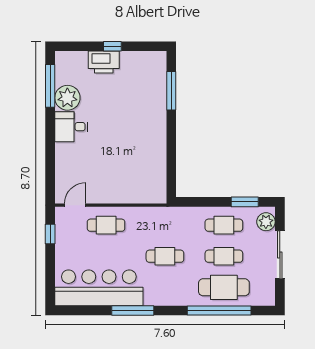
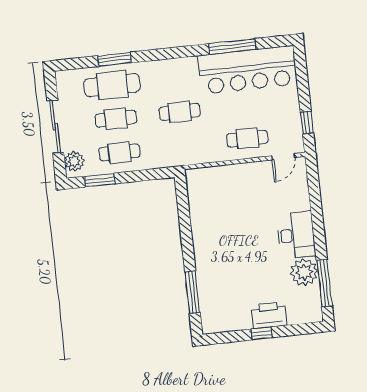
desk: (71, 127) -> (296, 235), width x1.37
window: (133, 310) -> (232, 47), moved
window: (219, 310) -> (115, 59), width x0.47

